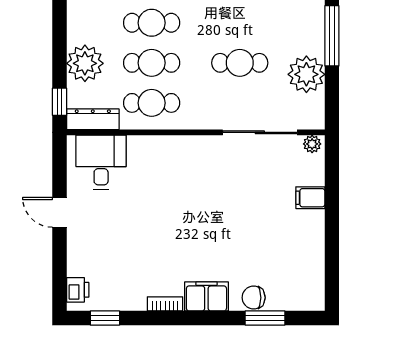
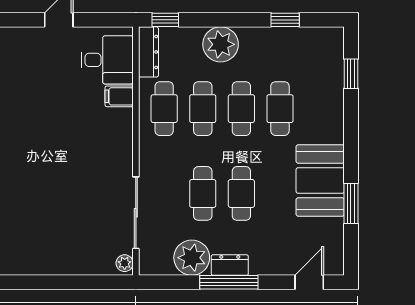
cafe table: (240, 23) -> (241, 193), added
dresser: (314, 35) -> (230, 265), added
plant: (85, 63) -> (221, 44), moved
filing cabinet: (310, 198) -> (119, 96), moved, turned -90

